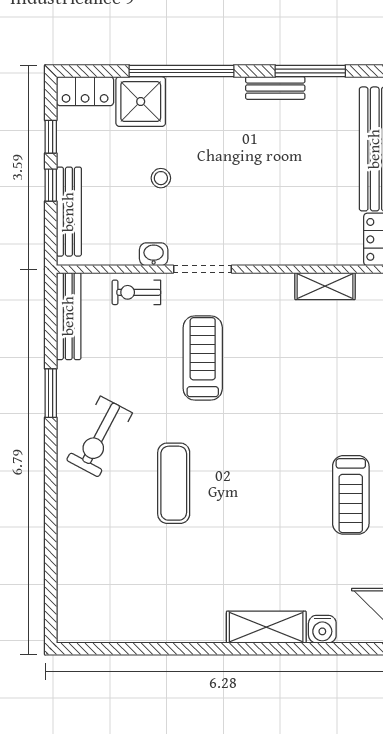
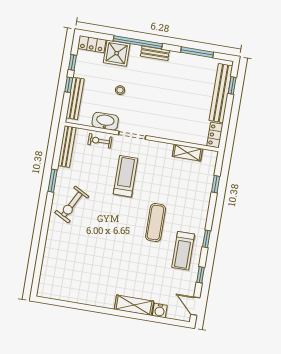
bench: (275, 88) -> (155, 53), moved
washbasin: (154, 254) -> (105, 121), width x1.91, depth x1.45
exercise mat: (174, 483) -> (156, 223), moved

